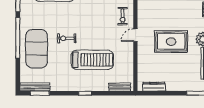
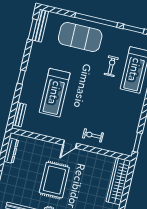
door: (135, 35) -> (70, 144), swing flipped
exercise bike: (67, 38) -> (111, 66), moved

